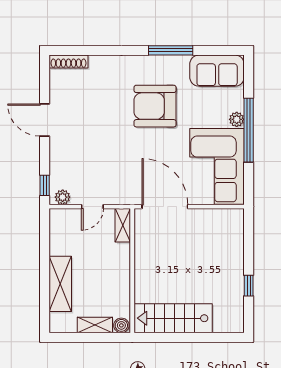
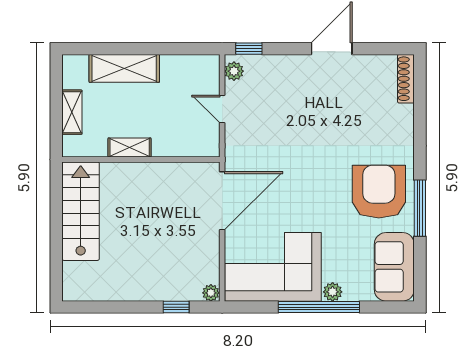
armchair: (155, 106) -> (379, 192), moved
plant: (237, 215) -> (211, 293), added
shelving: (123, 225) -> (130, 148), moved
window: (249, 286) -> (176, 307), moved
boiler: (121, 325) -> (72, 146), removed

